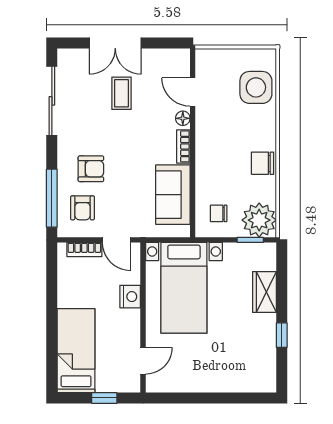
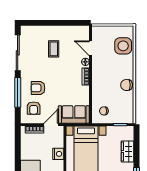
double door: (115, 43) -> (51, 23), removed
armchair: (91, 169) -> (38, 88), turned 180
sofa: (173, 195) -> (74, 114), moved, turned 90
window: (52, 198) -> (18, 92), moved
plant: (259, 220) -> (125, 114), removed
door: (116, 240) -> (51, 125), swing flipped

